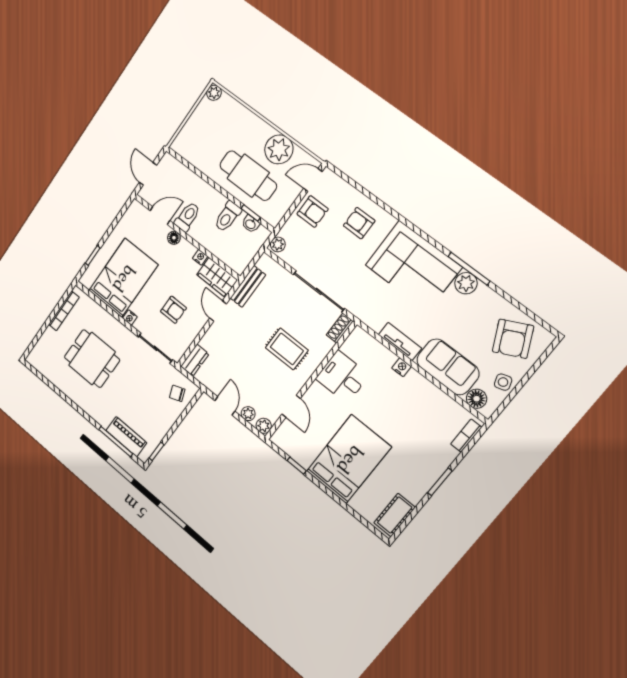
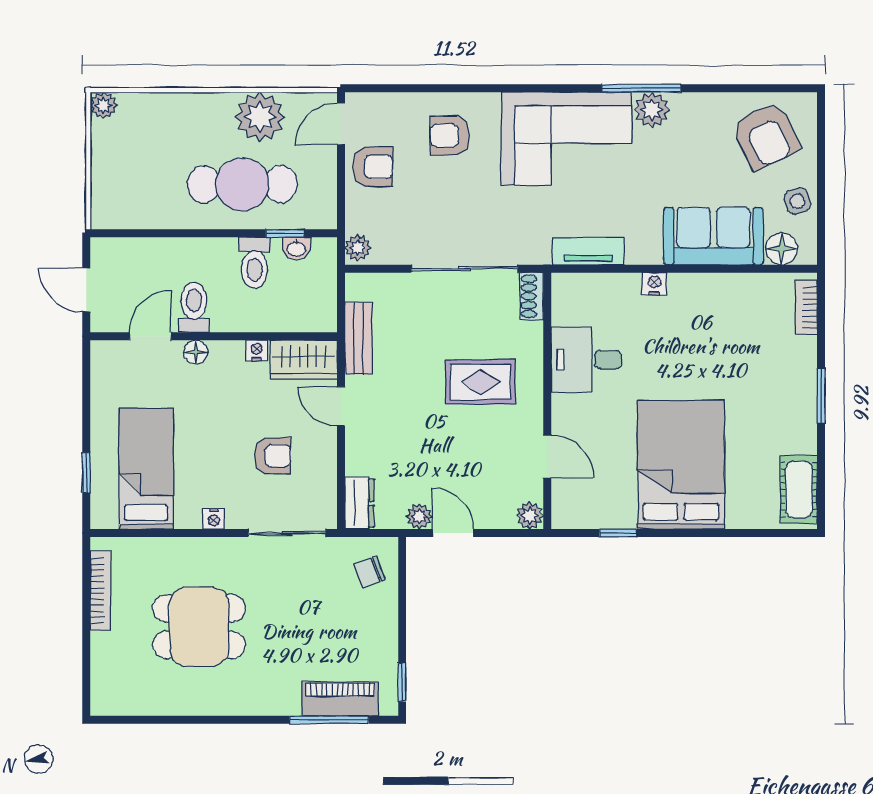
bed: (123, 278) -> (146, 469), width x0.67
tv unit: (400, 341) -> (588, 251), moved
plant: (248, 414) -> (419, 516), moved

